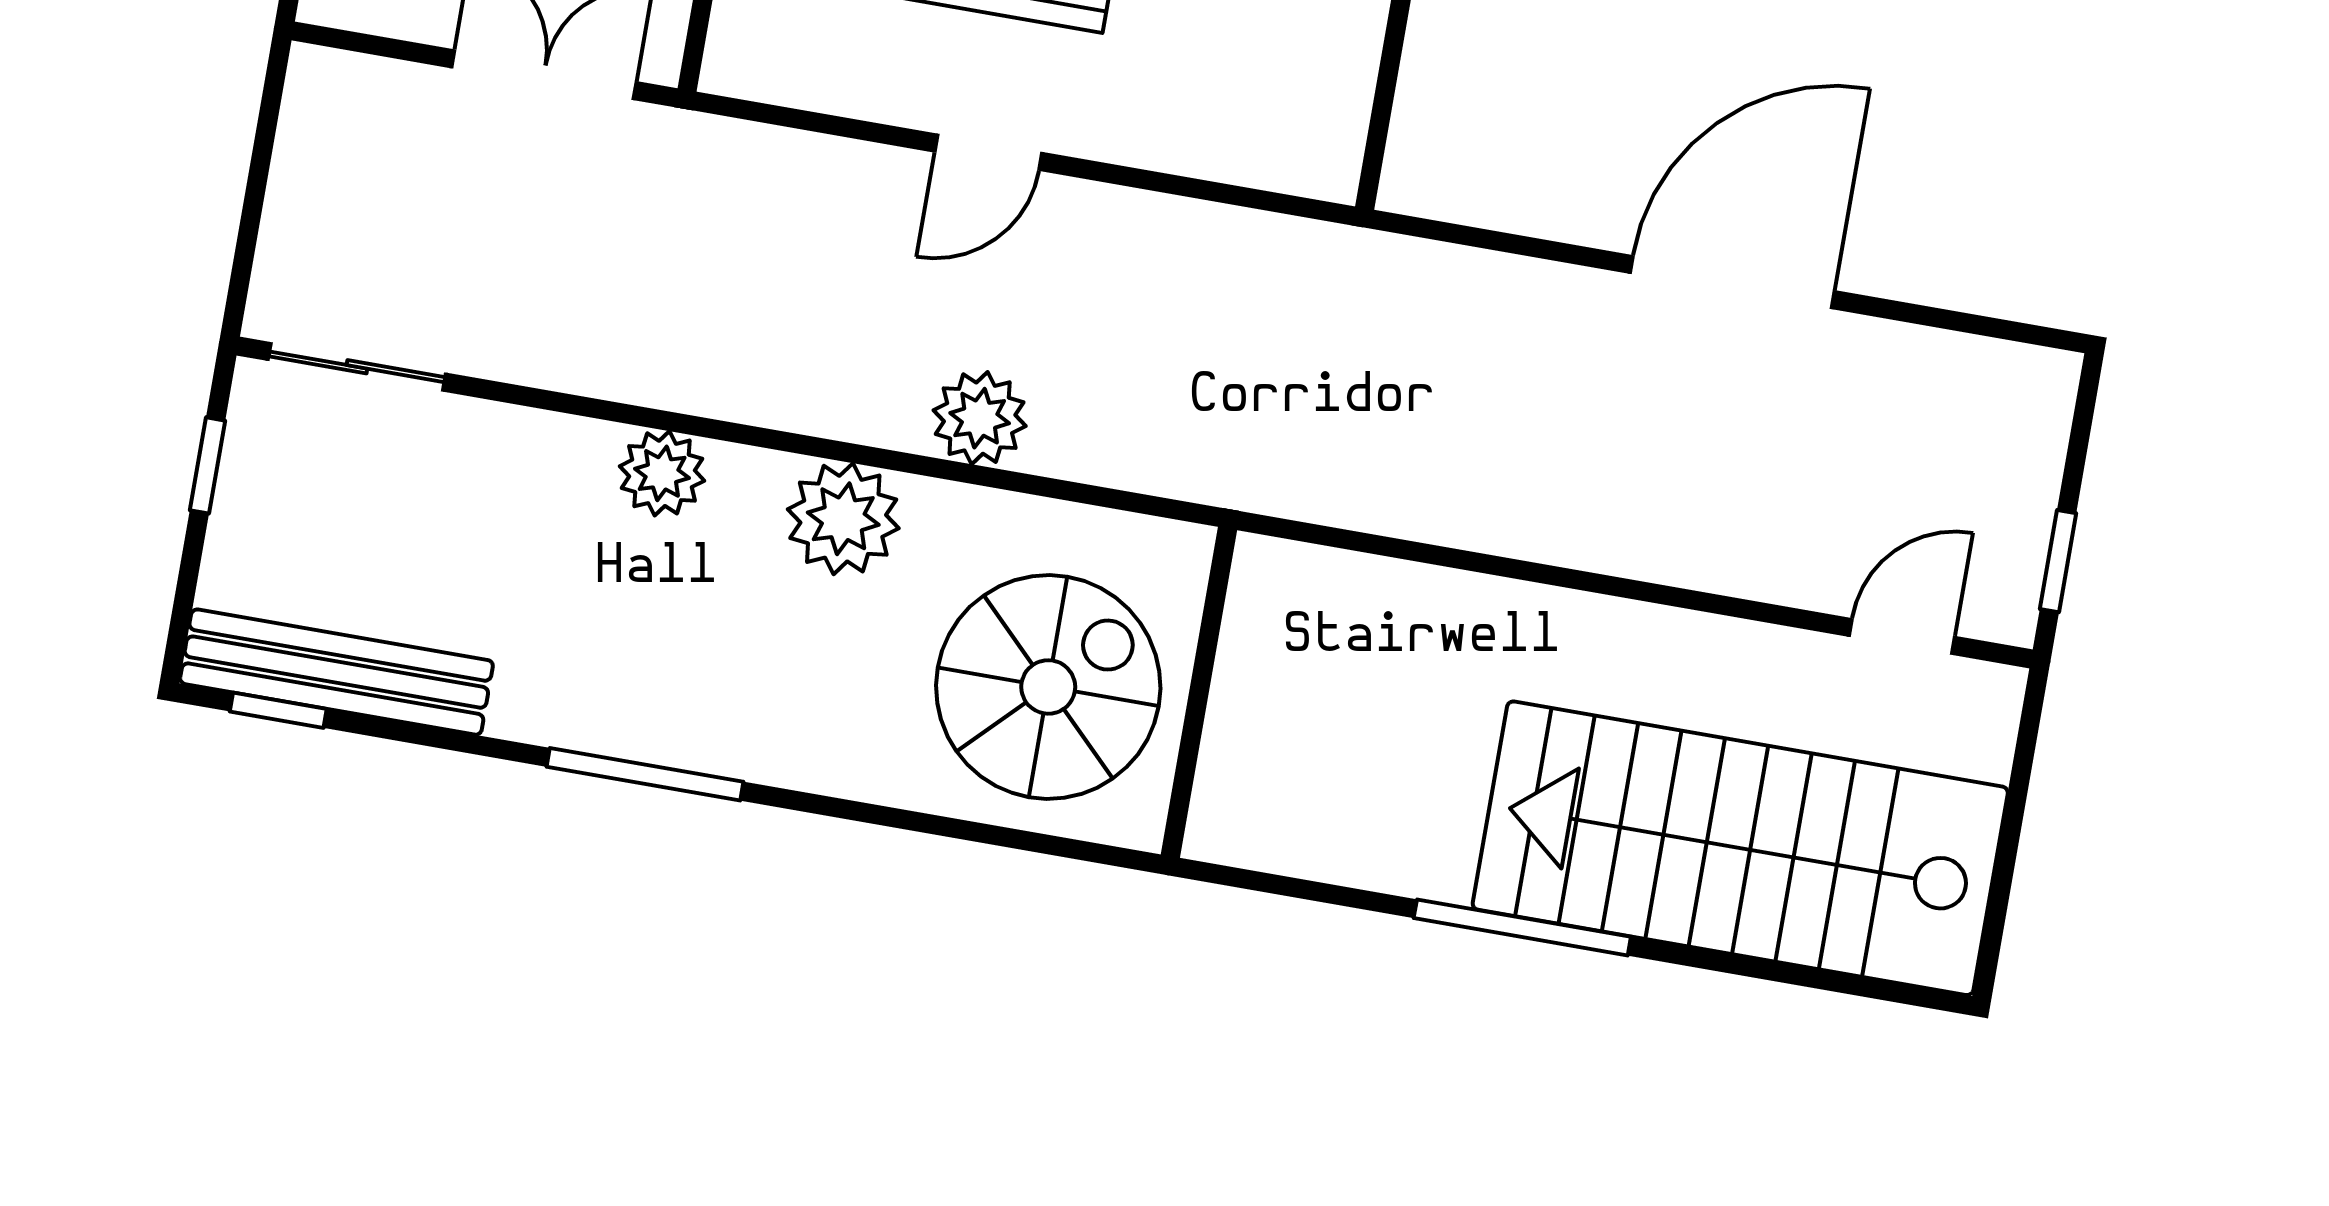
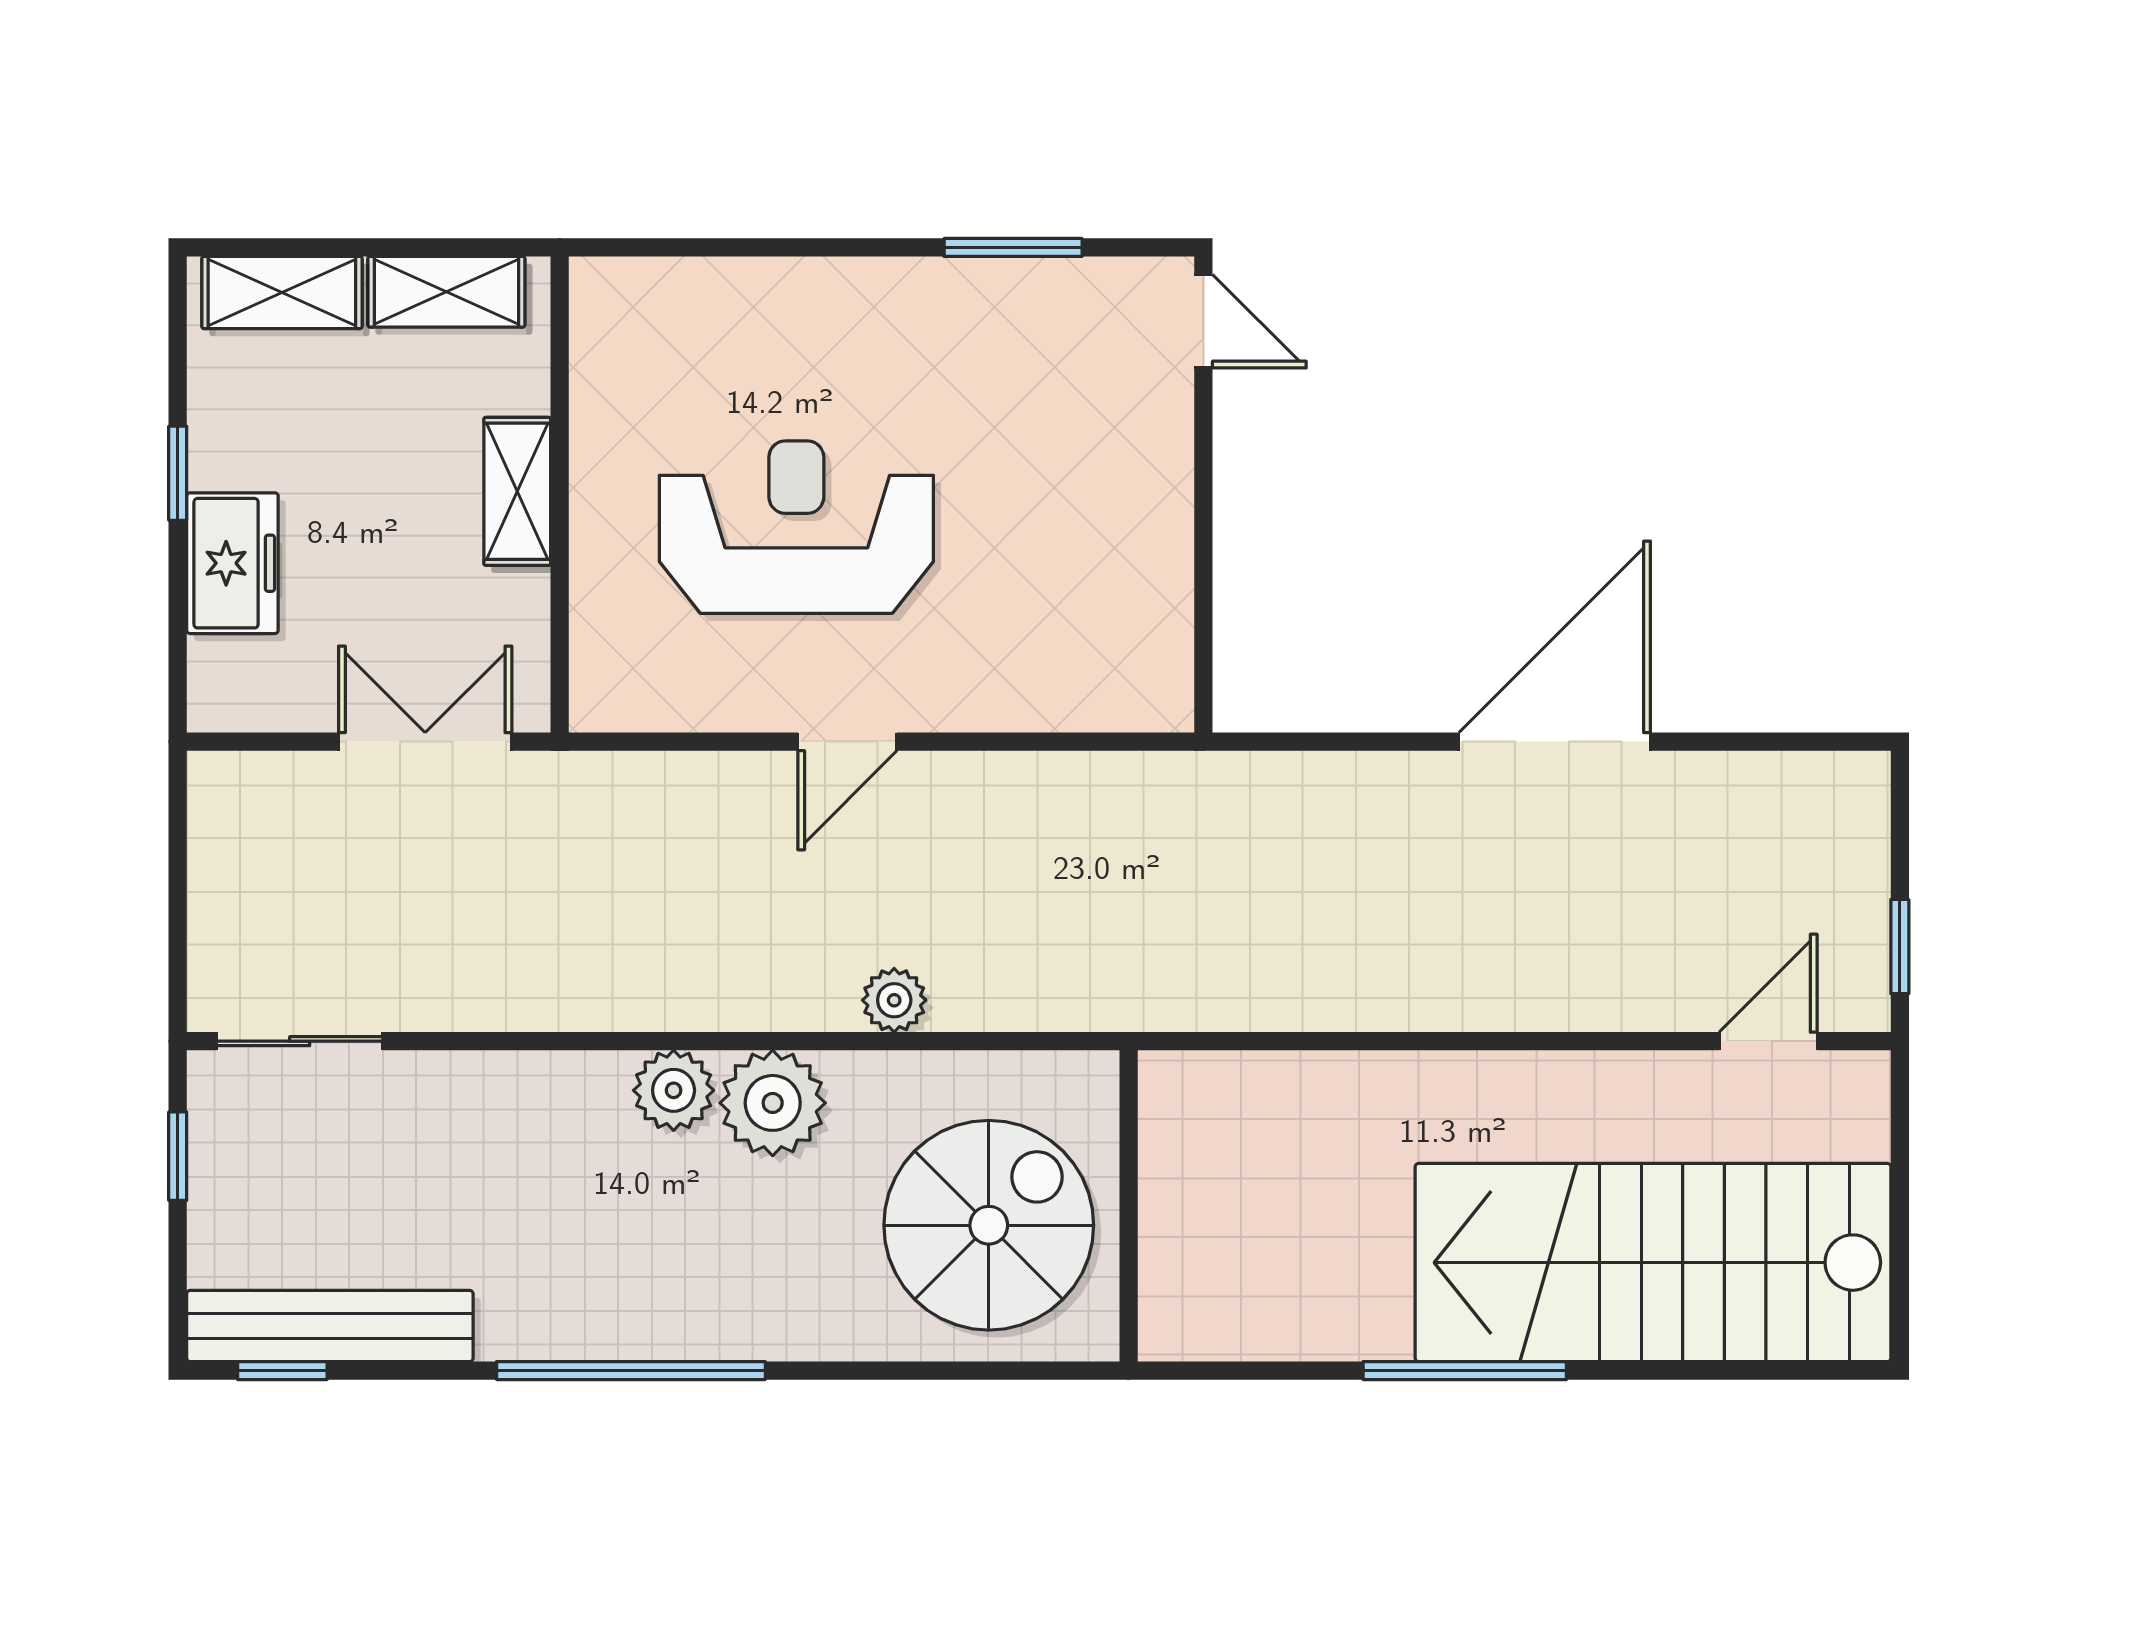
plant: (980, 418) -> (894, 1000), width x0.73, depth x0.73
plant: (662, 473) -> (674, 1090), moved
window: (645, 774) -> (631, 1371), width x1.46

